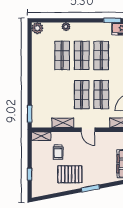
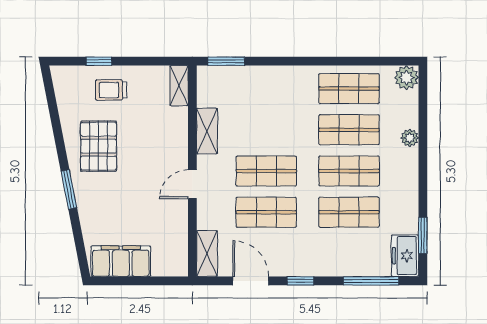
shop shelf: (43, 55) -> (349, 89), added
trolley: (58, 152) -> (111, 90), moved

